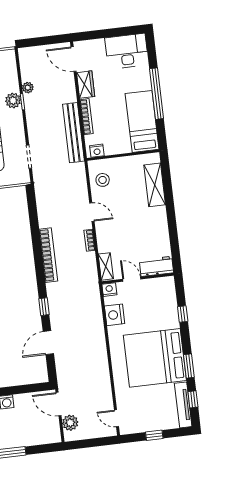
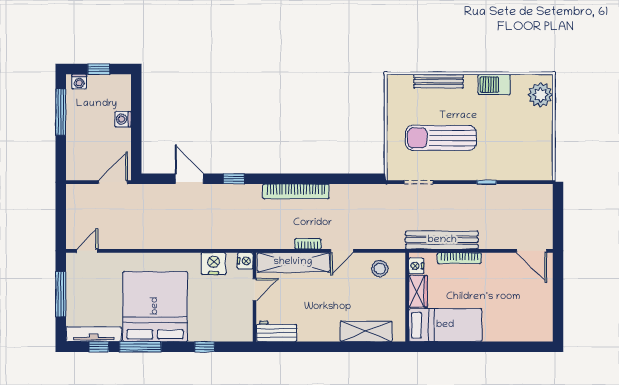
desk: (127, 51) -> (533, 317), removed
door: (74, 59) -> (531, 251), swing flipped
wardrobe: (86, 85) -> (418, 291), moved, turned -90
plant: (28, 88) -> (503, 191), removed
window: (156, 94) -> (477, 347), removed
plant: (13, 101) -> (490, 171), removed
shelving: (106, 266) -> (293, 262), width x2.20, depth x1.33
workbench: (156, 266) -> (277, 331), moved, turned -90
window: (189, 366) -> (140, 347), width x1.44
plant: (70, 423) -> (88, 194), removed
window: (154, 435) -> (61, 294), width x2.17

